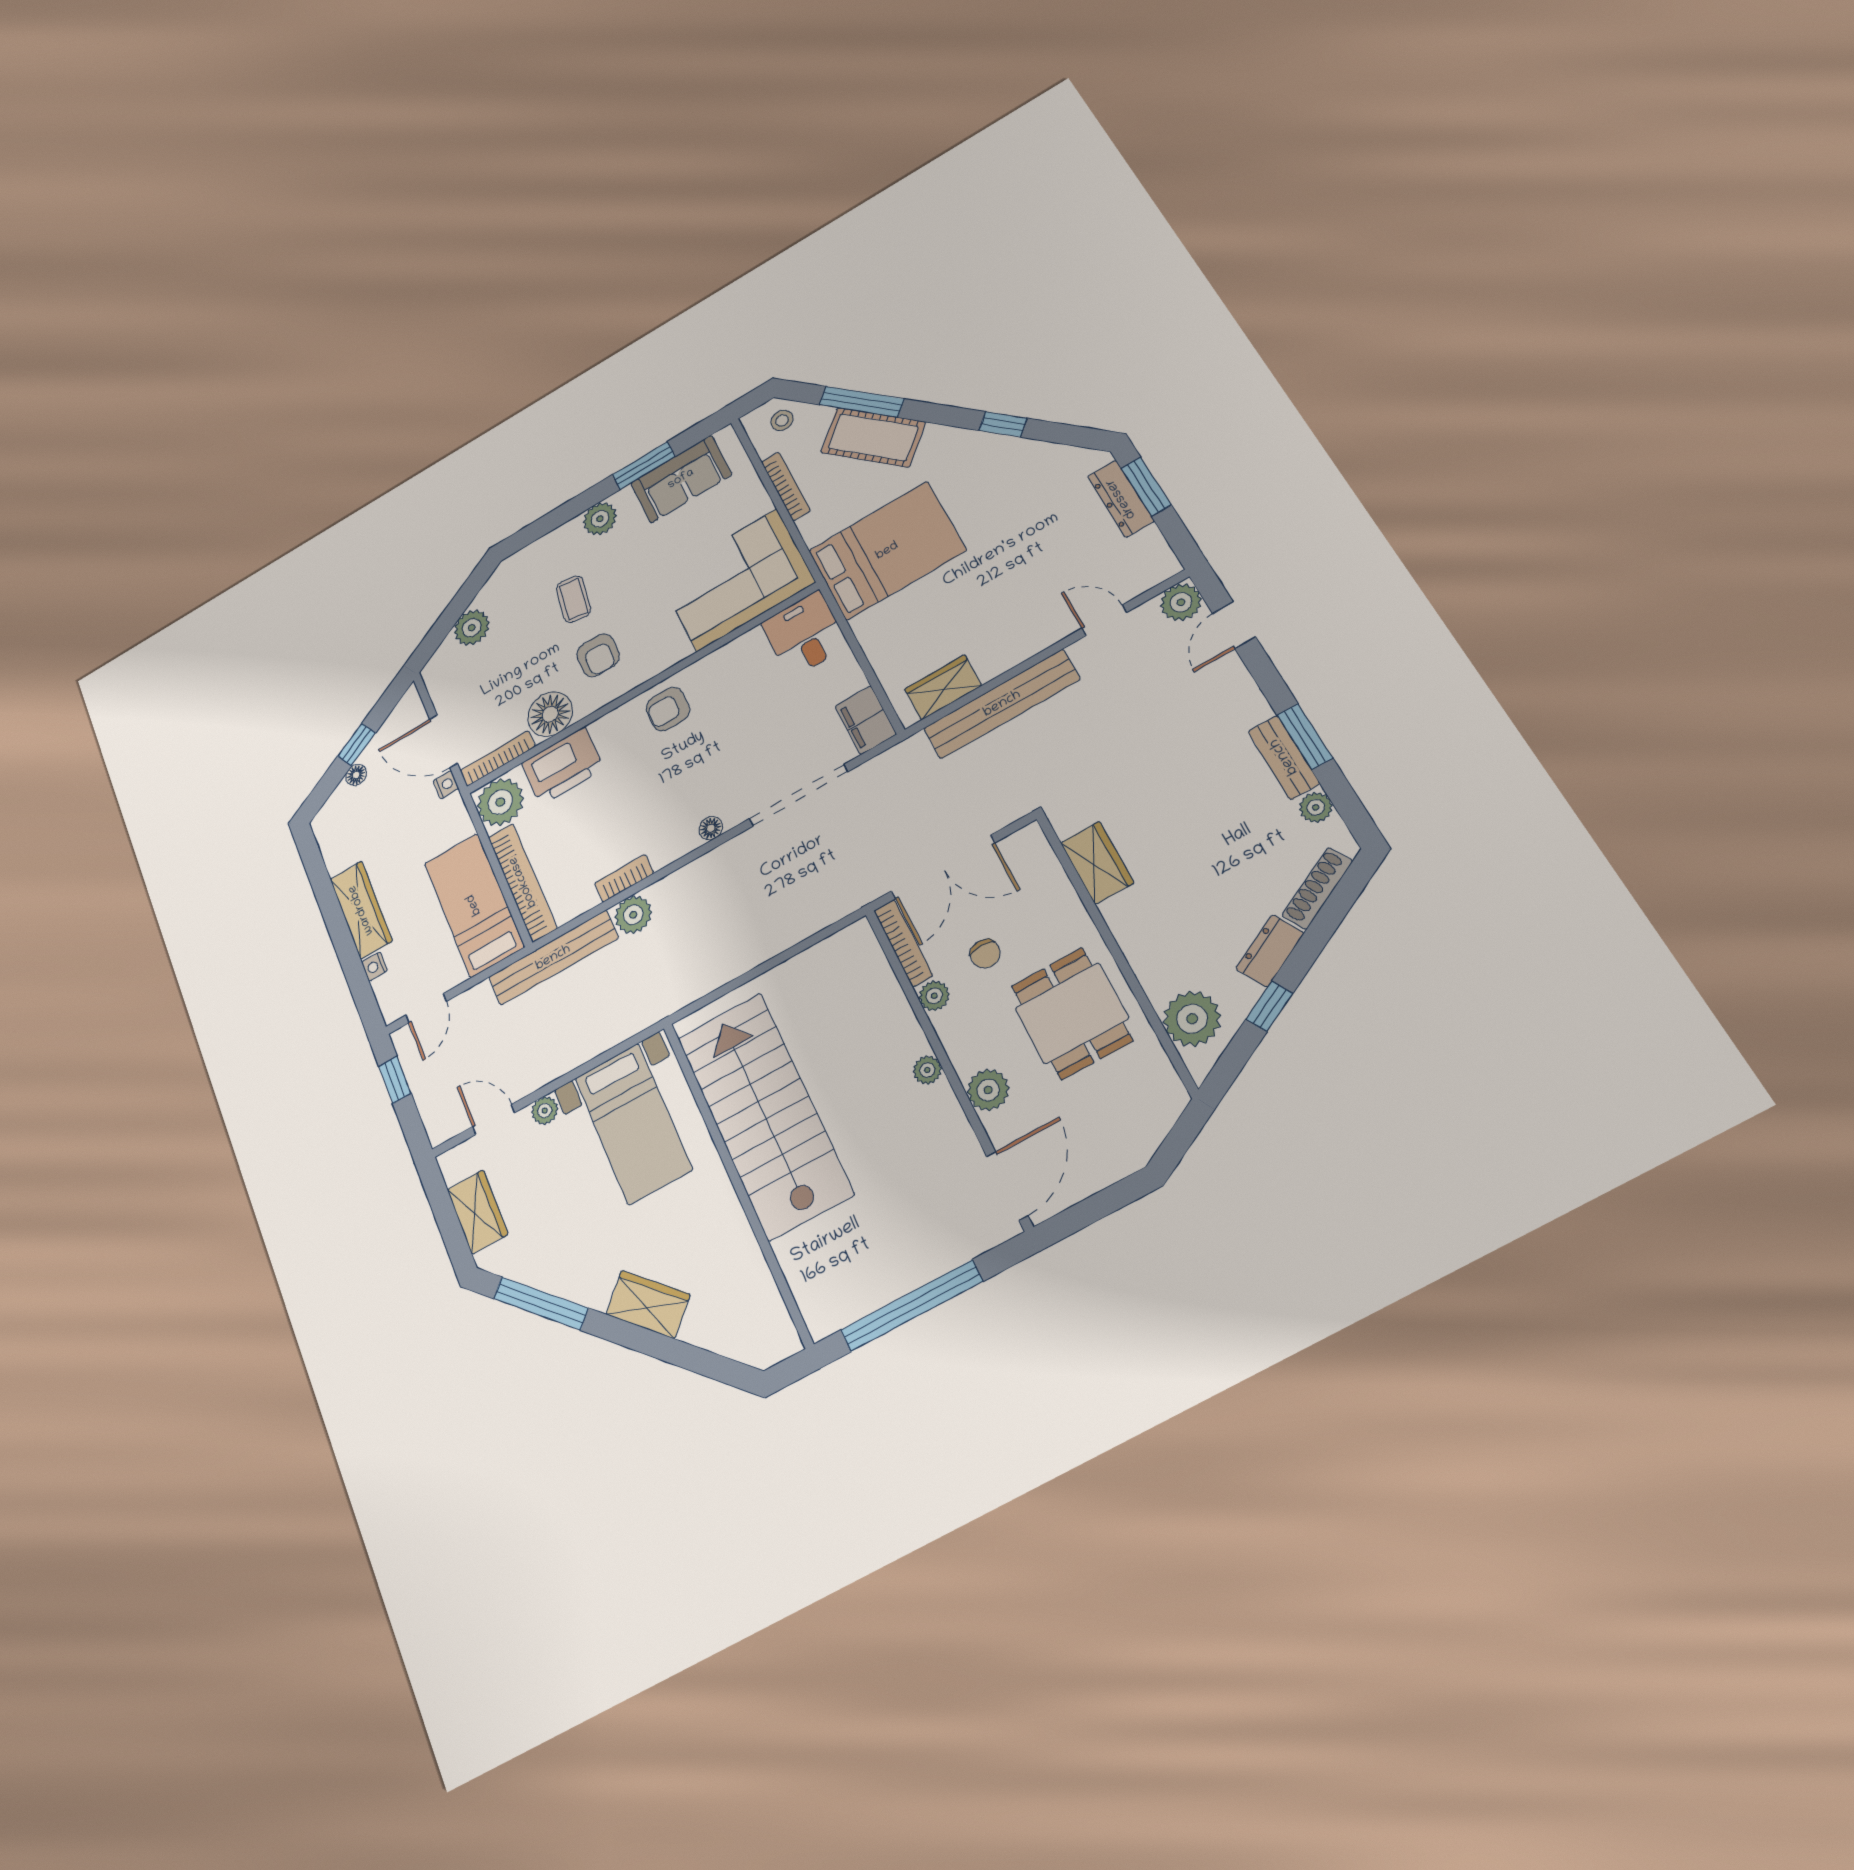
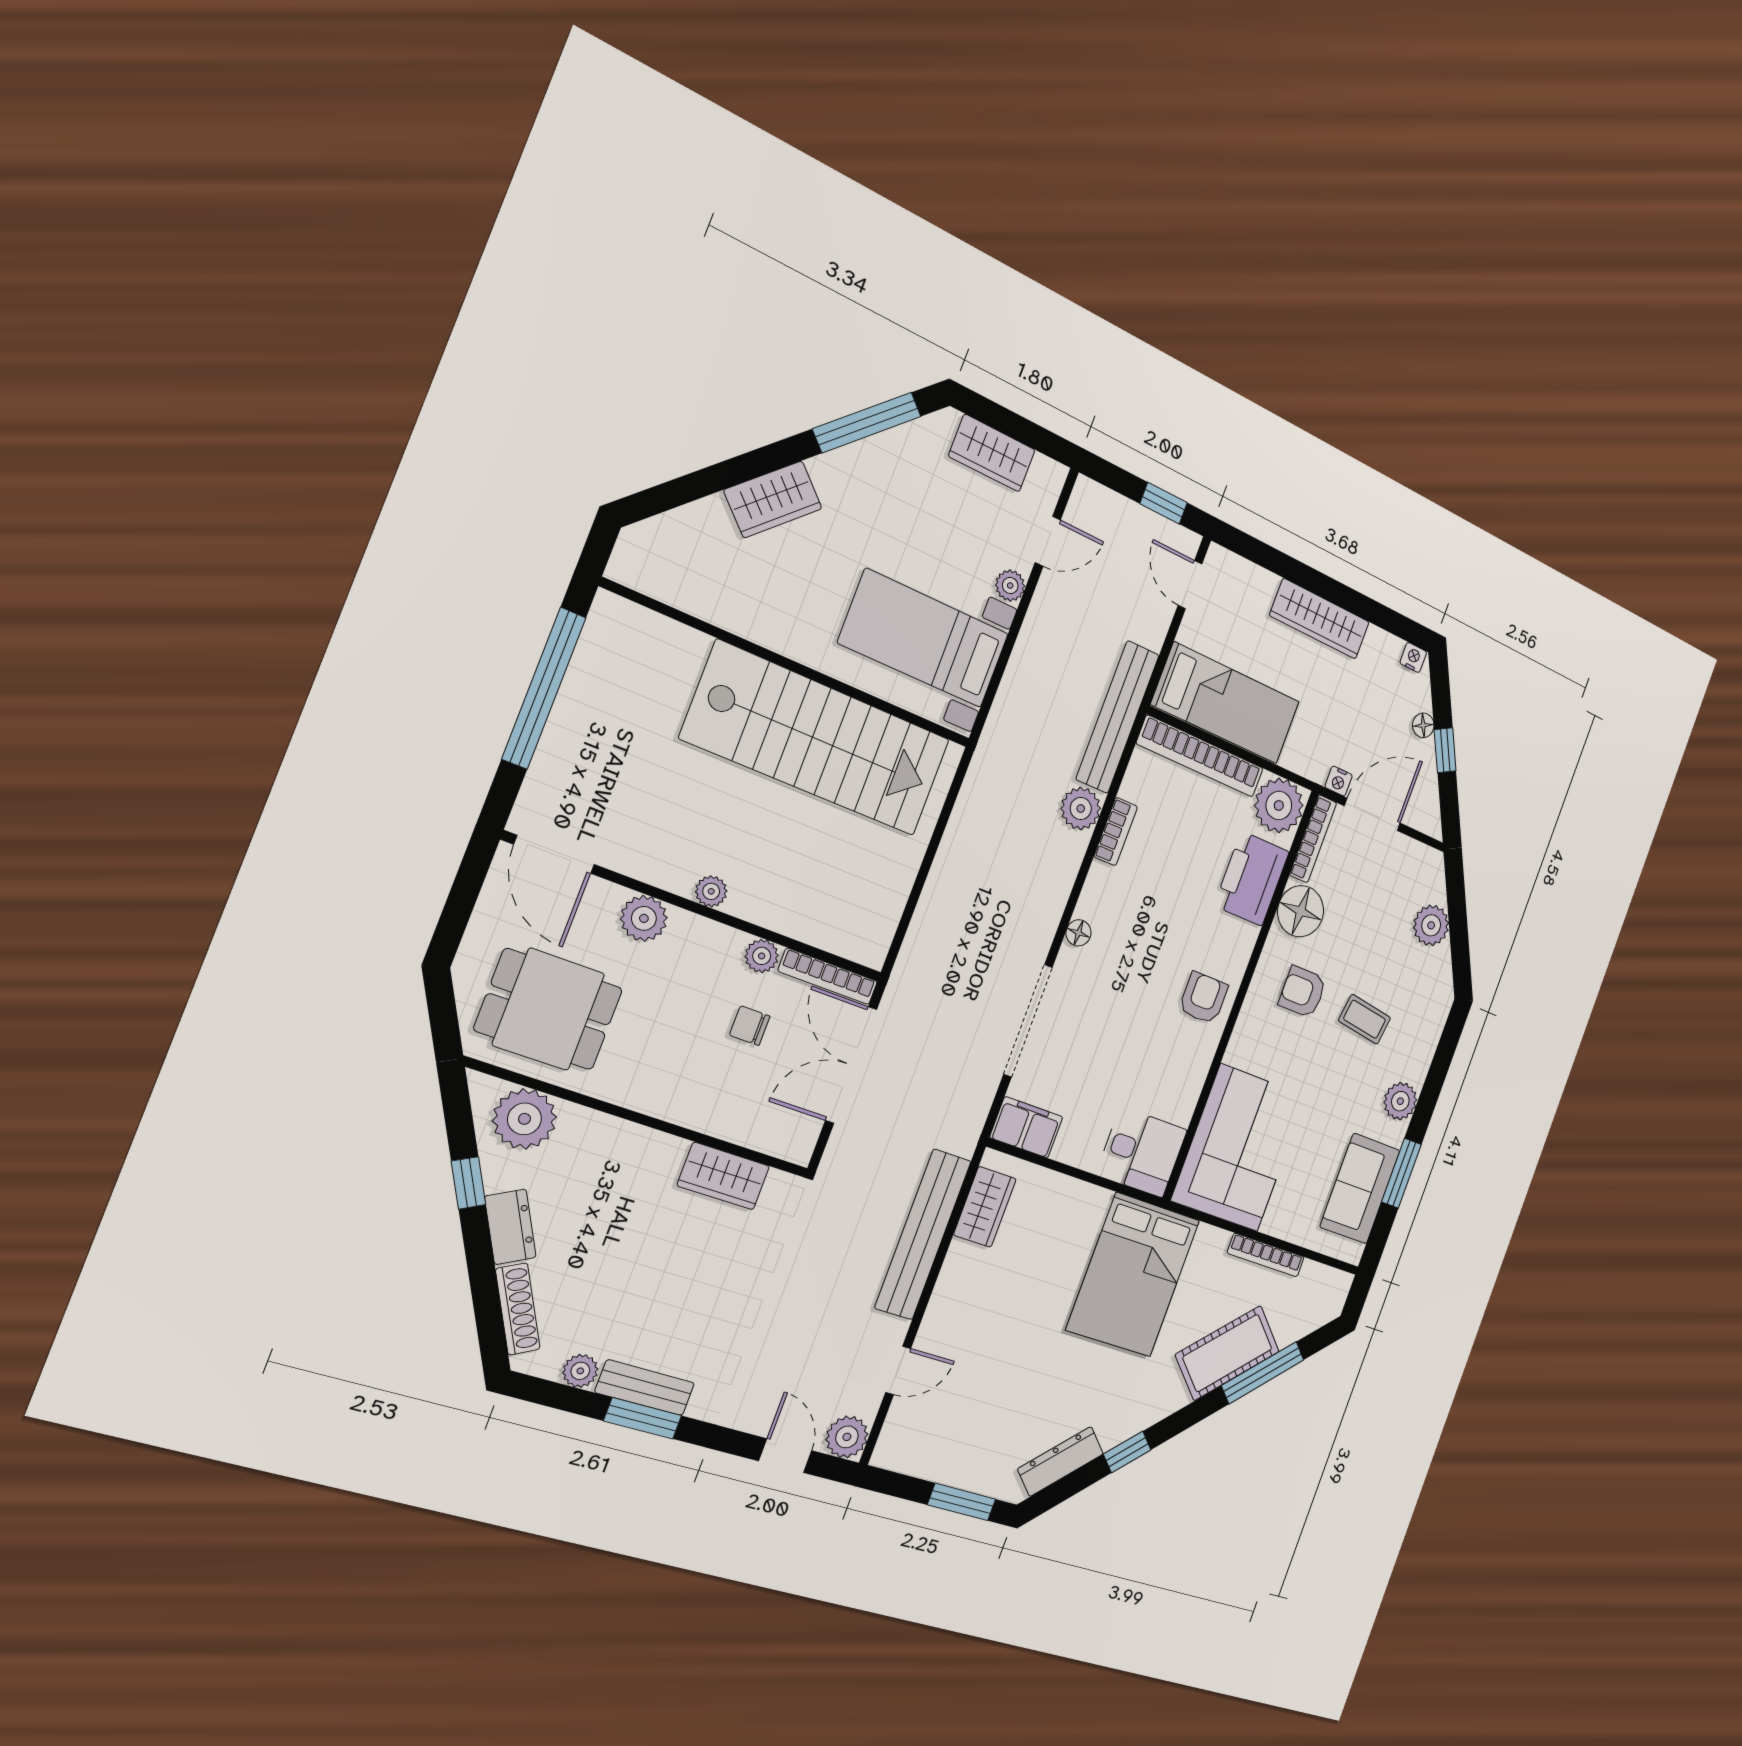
stool: (782, 420) -> (1317, 1304), removed
dresser: (1121, 499) -> (1061, 1461), moved, turned -45
nightstand: (374, 966) -> (1413, 657), moved
dining table: (1072, 1013) -> (549, 1009), moved

